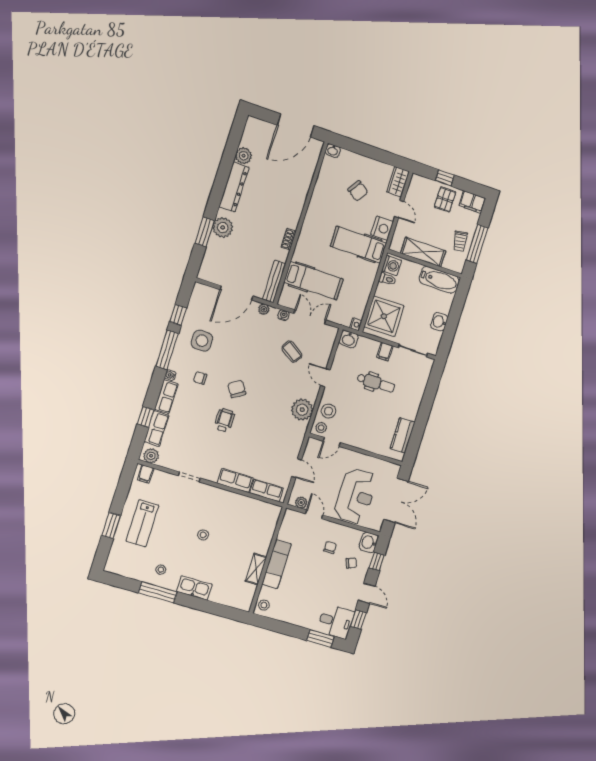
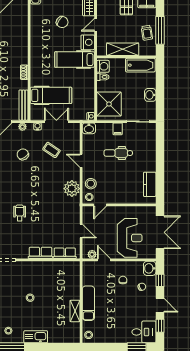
door: (399, 209) -> (96, 25), swing flipped
dental chair: (376, 383) -> (118, 153), turned 180
chair: (237, 389) -> (23, 154), moved

